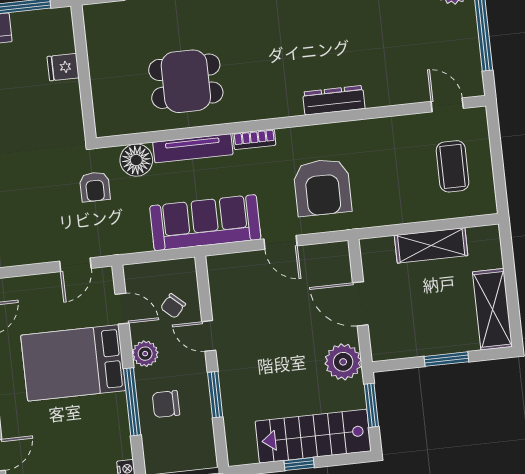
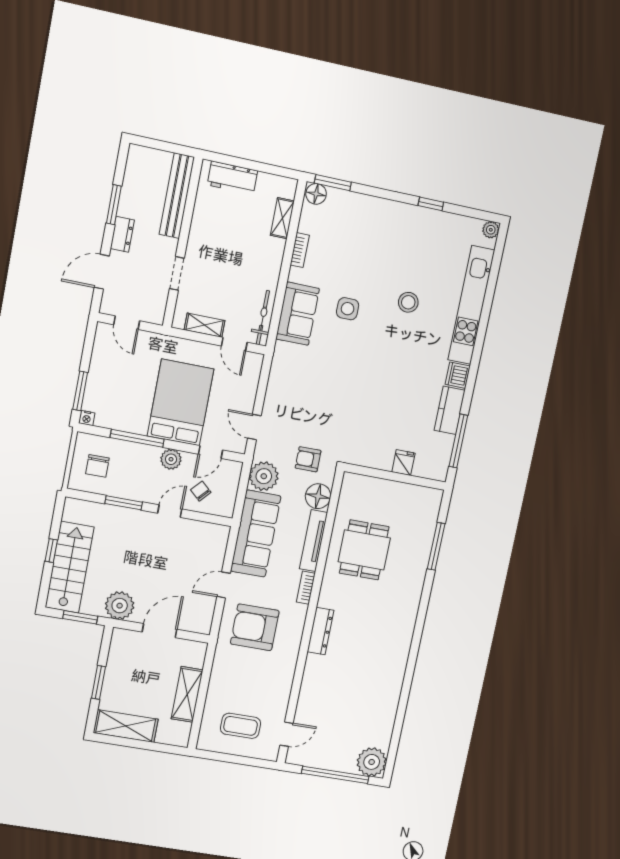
dresser: (334, 100) -> (321, 631), moved
plant: (132, 235) -> (264, 476), added
chair: (166, 404) -> (97, 466), moved, turned 180

